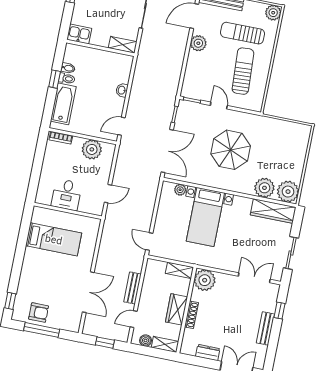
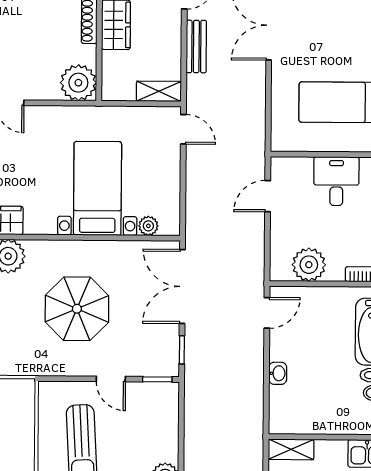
shelving: (179, 270) -> (159, 91), moved

